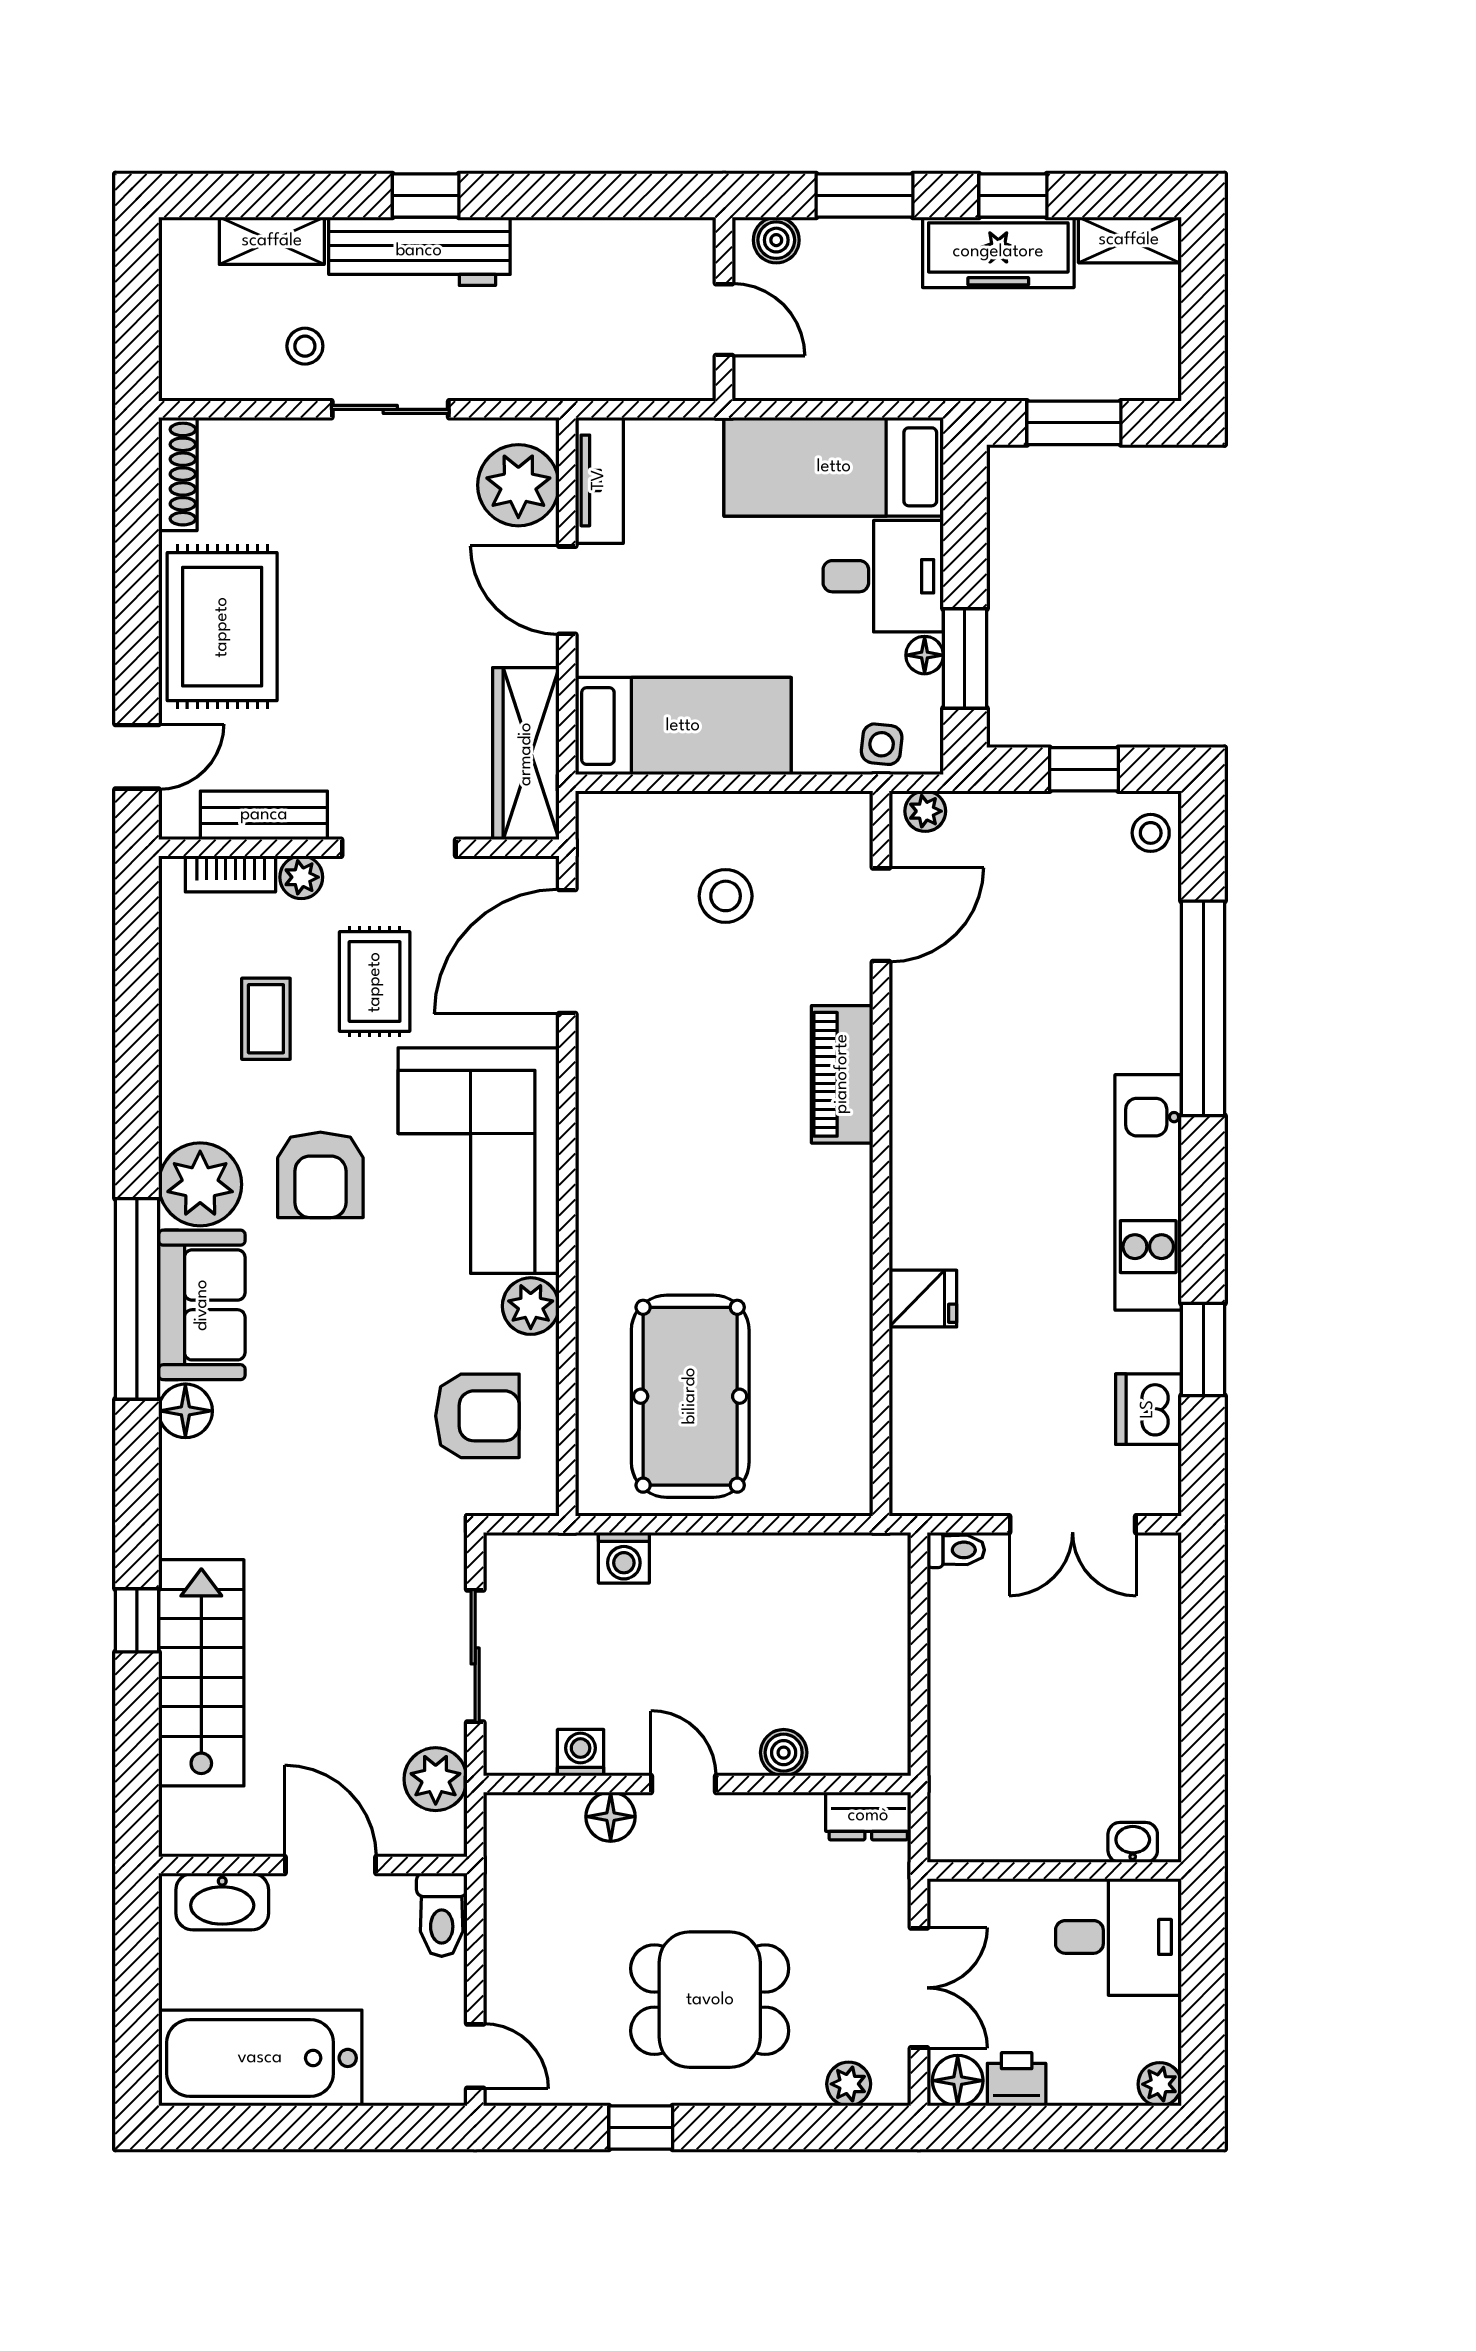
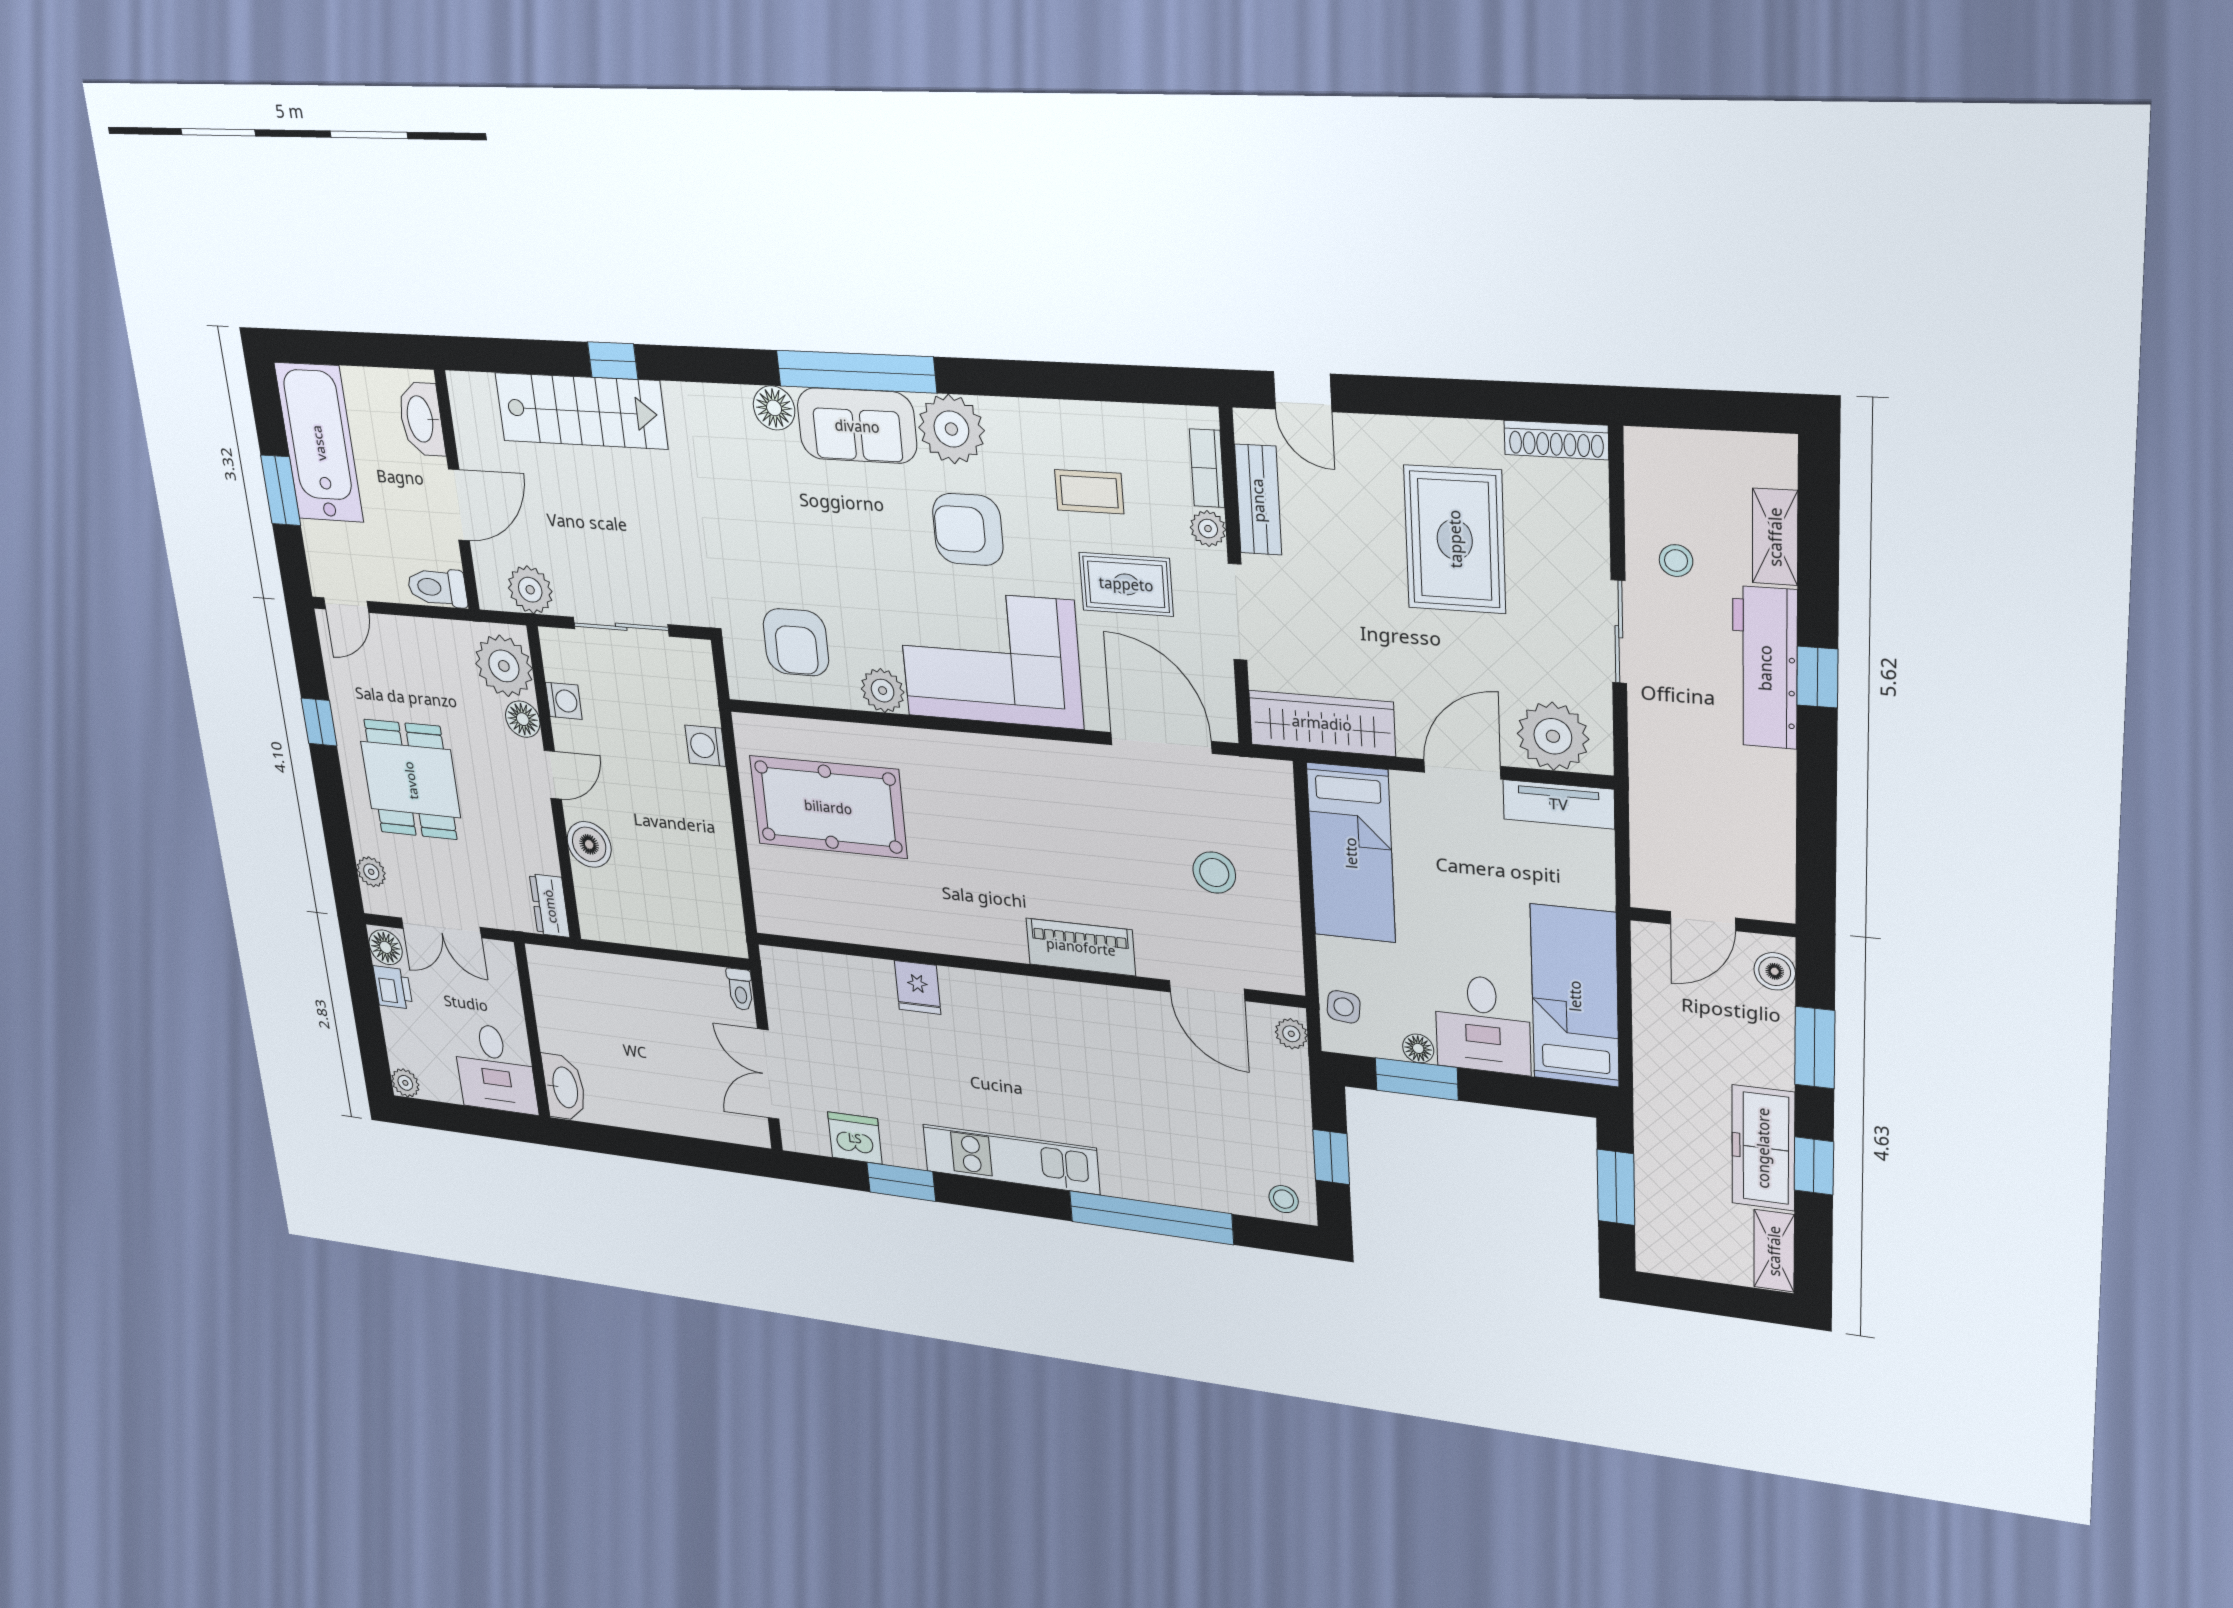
rug: (222, 627) -> (1455, 539), moved, turned 90
boiler: (784, 1753) -> (589, 844), width x1.36, depth x1.36
plant: (540, 1833) -> (504, 666), added
washbasin: (1133, 1842) -> (564, 1087), width x1.91, depth x1.45
window: (326, 2128) -> (281, 490), added

